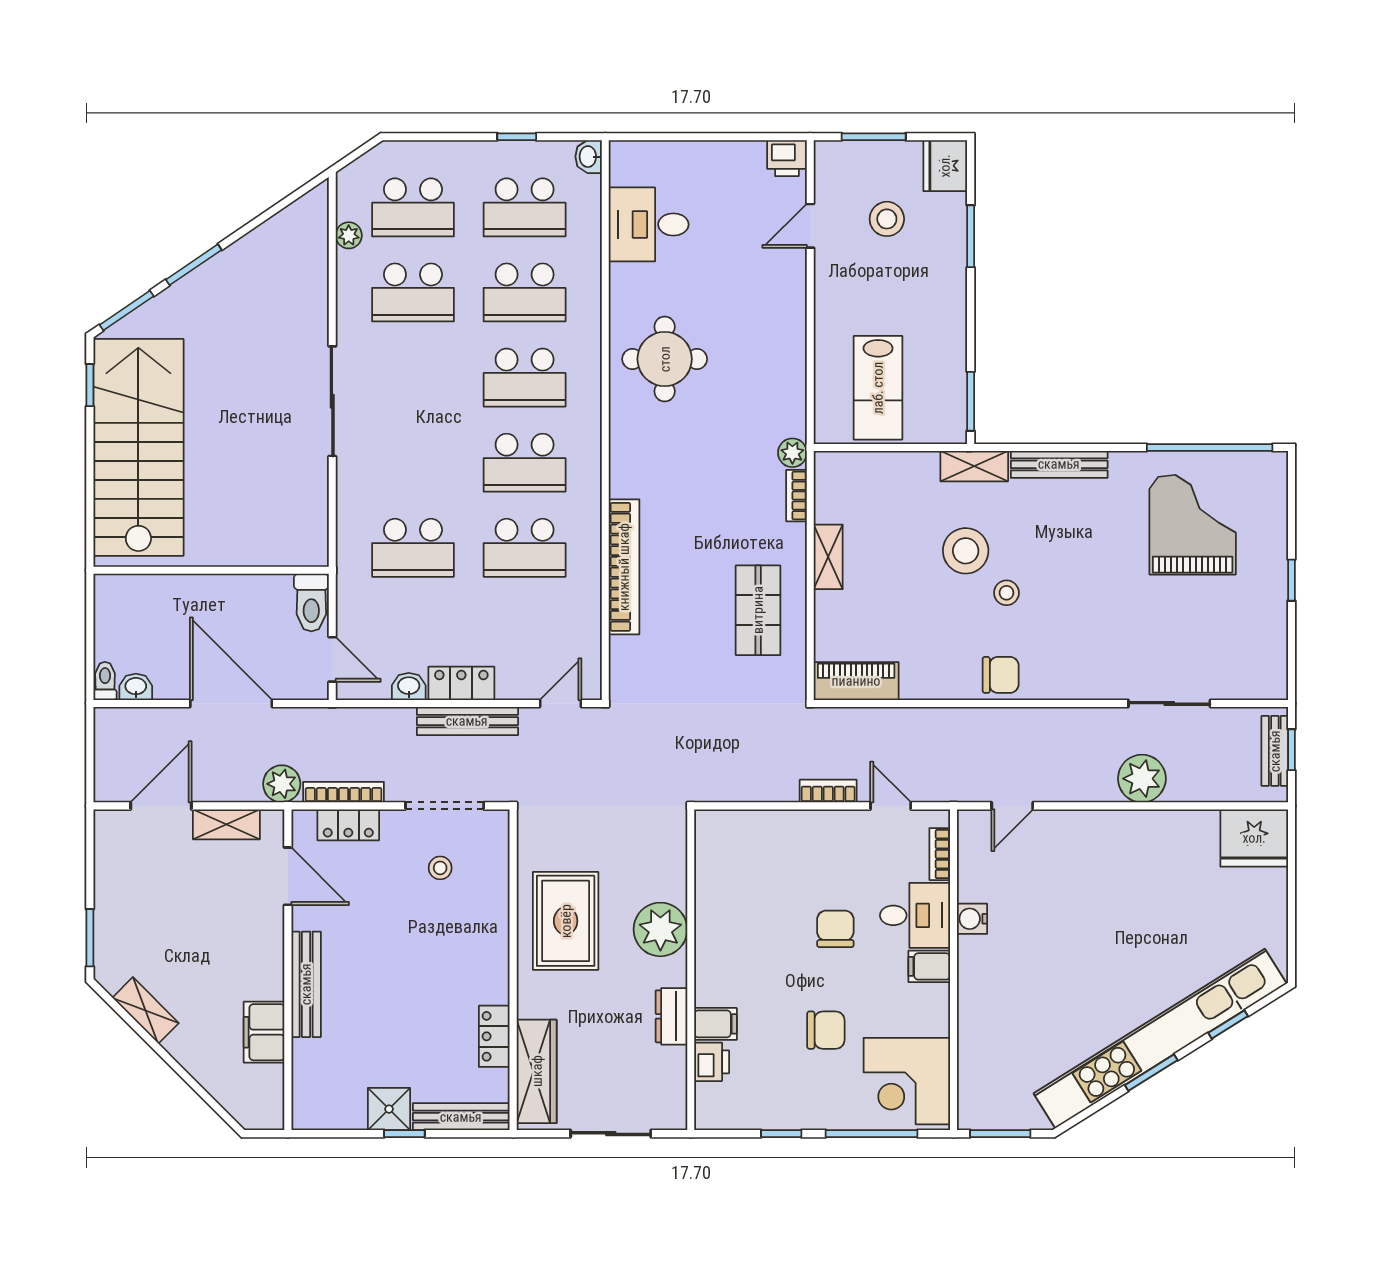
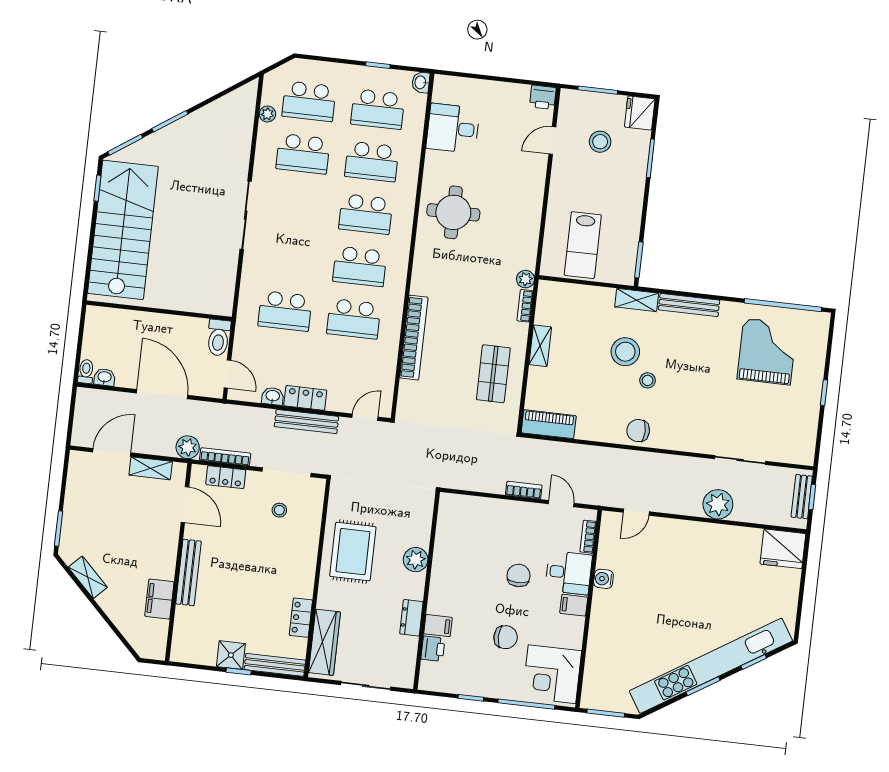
chair: (1001, 675) -> (638, 431), turned 180
plant: (660, 929) -> (416, 560), width x0.73, depth x0.73

